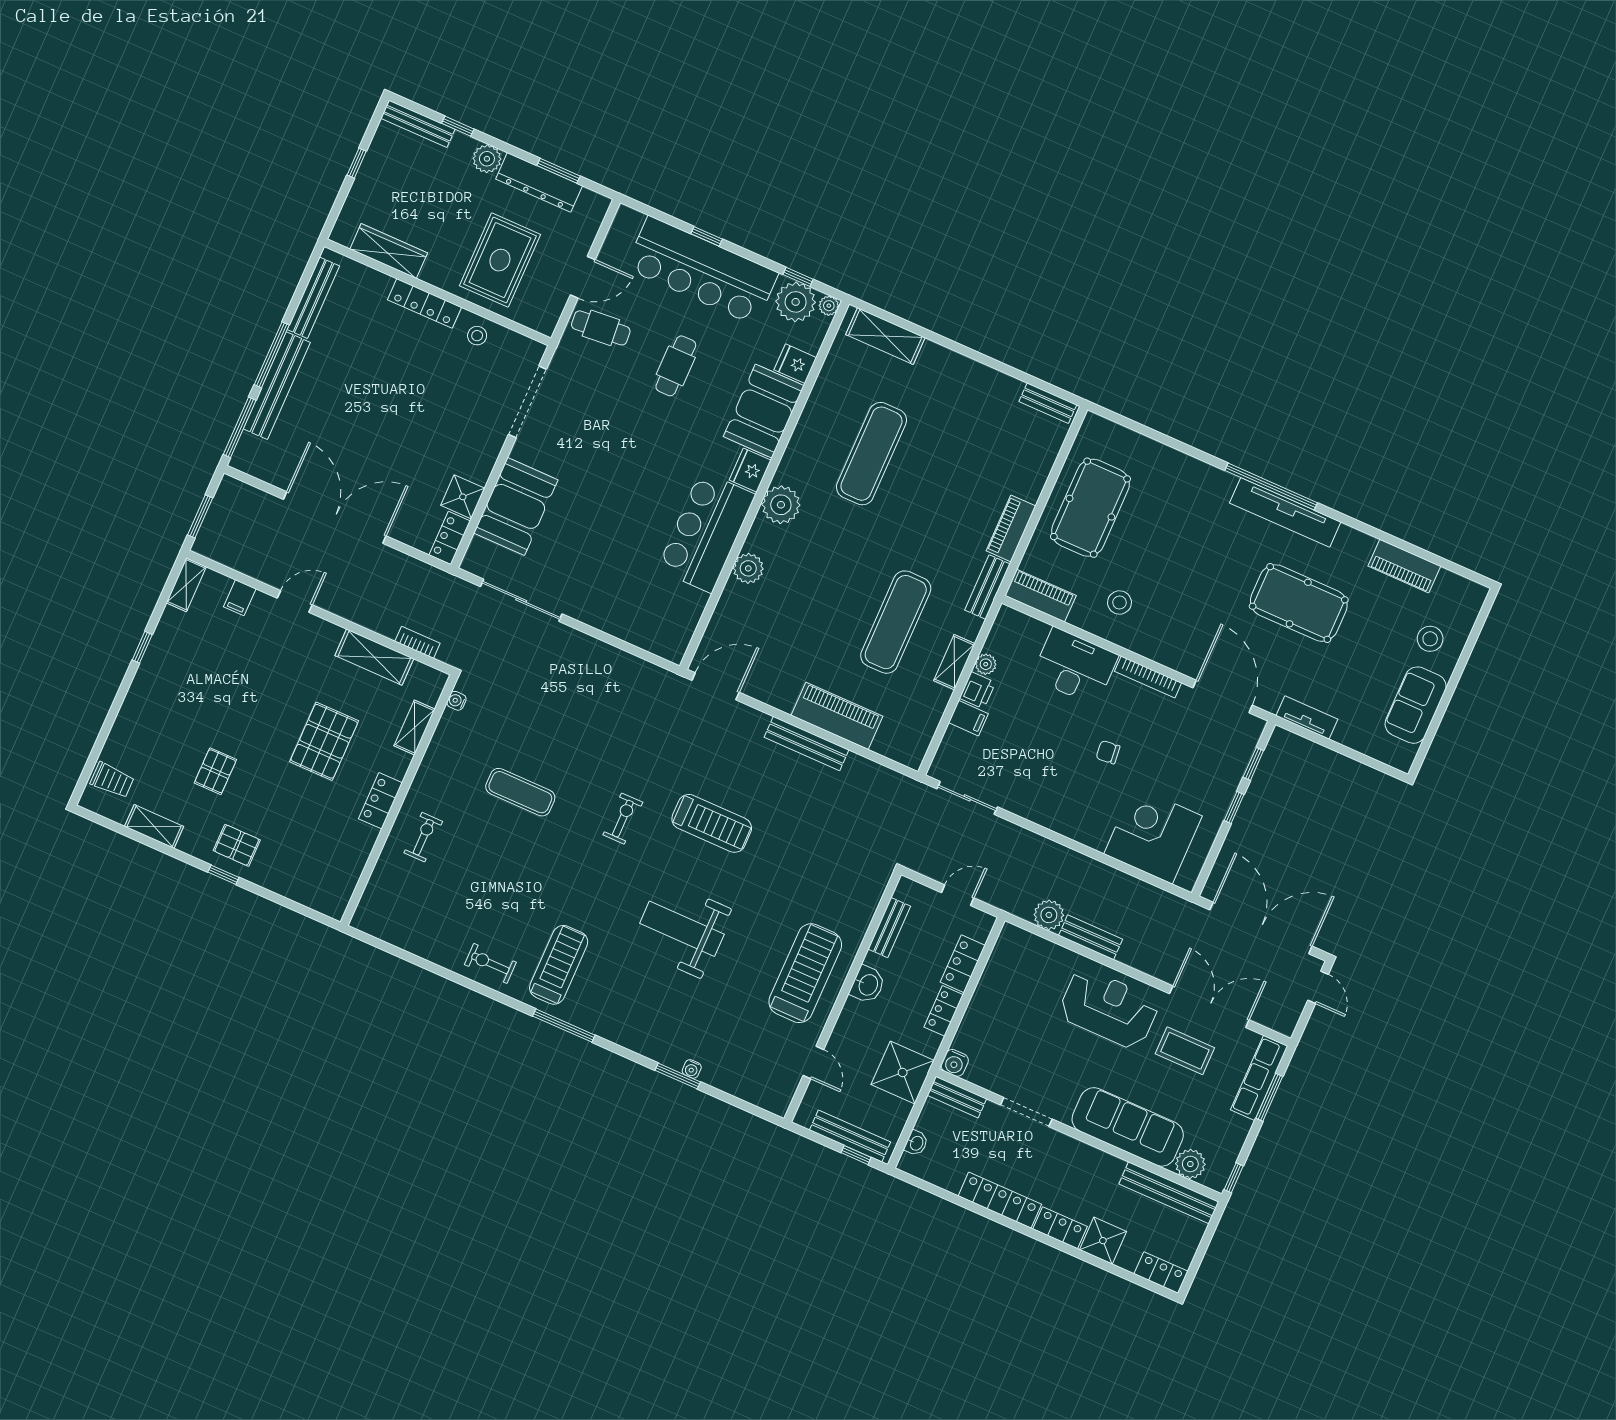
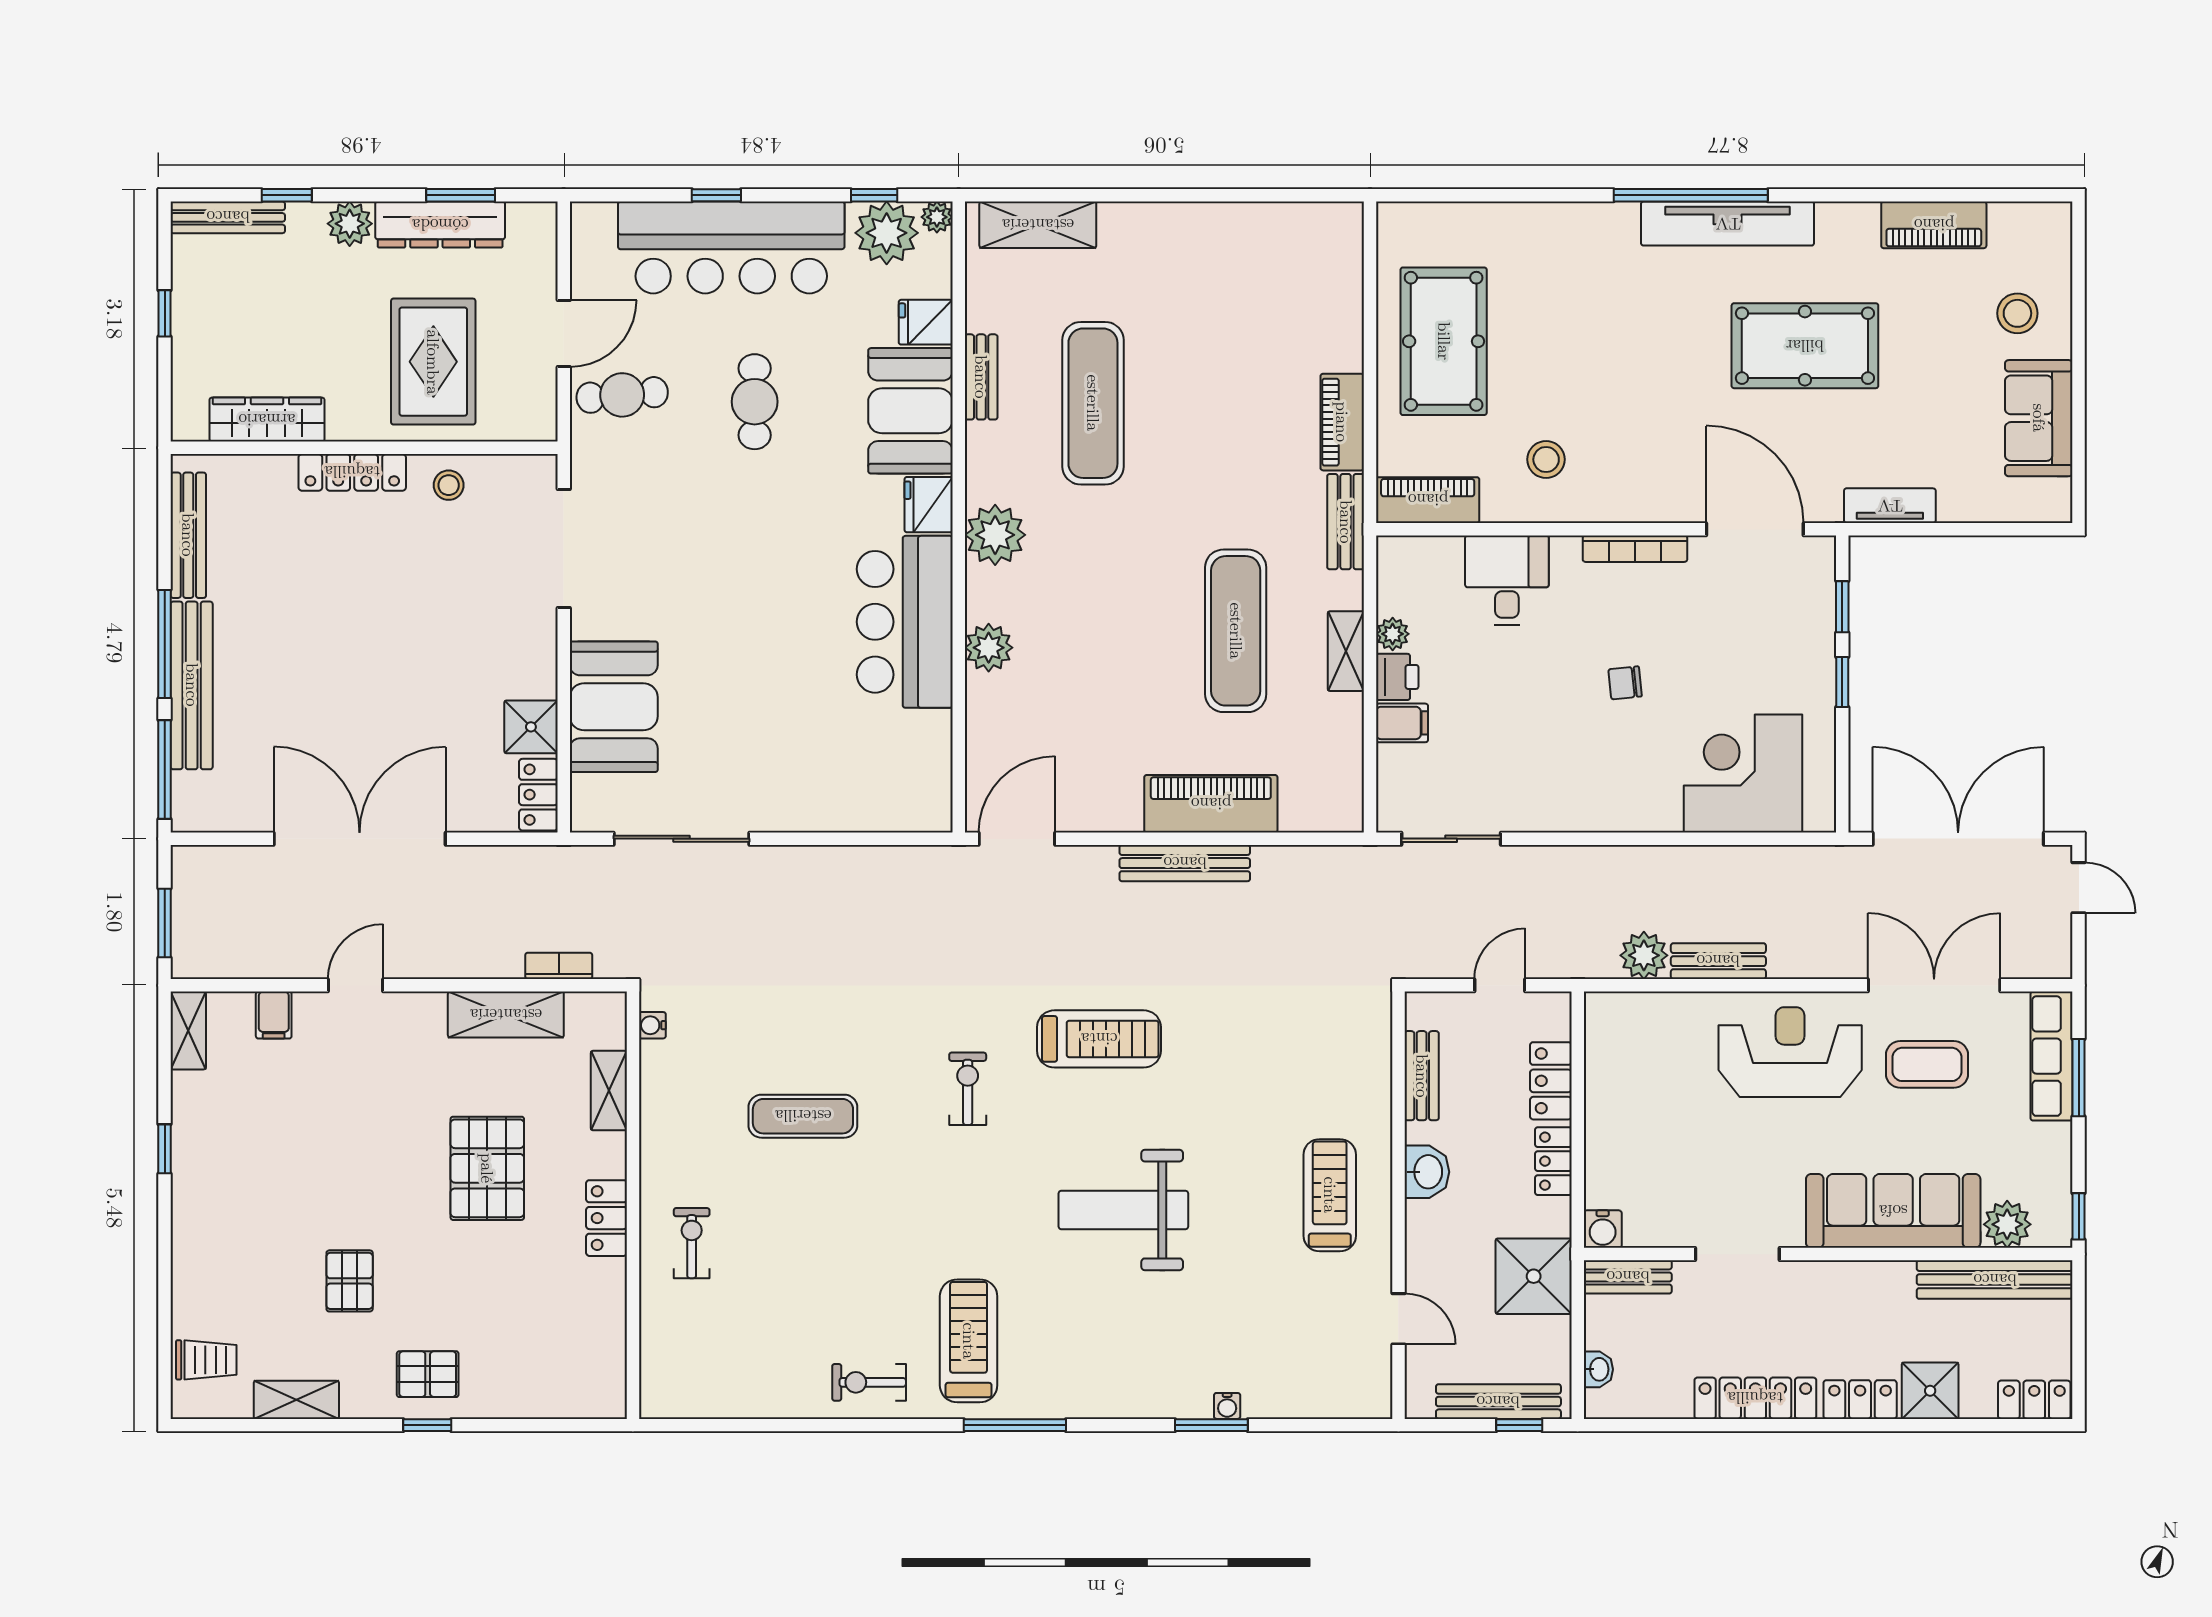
bench: (1048, 403) -> (981, 377), moved, turned 90
desk: (1075, 666) -> (1507, 580), width x0.73
treadmill: (805, 973) -> (1330, 1195), width x0.73, depth x0.73

